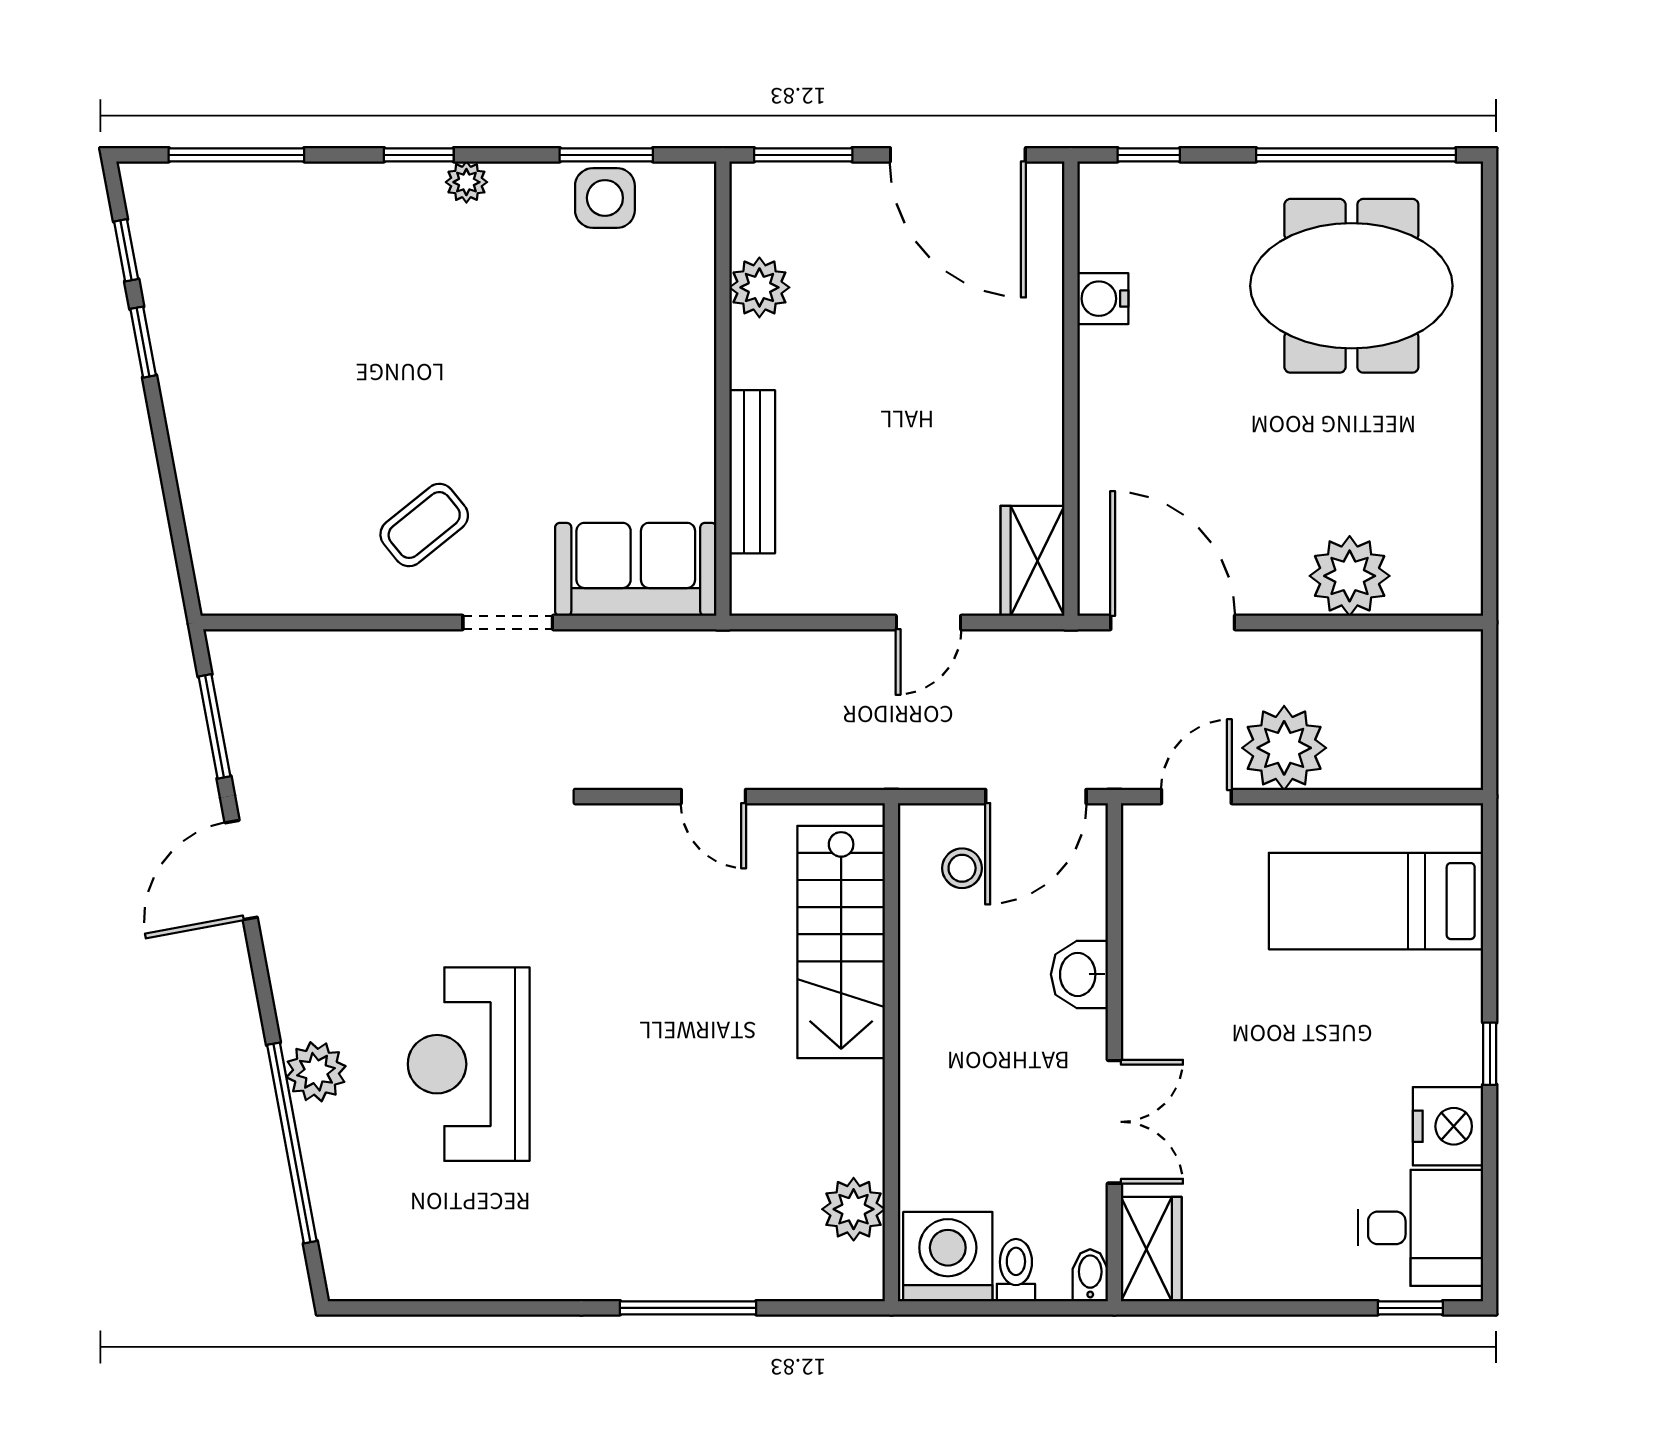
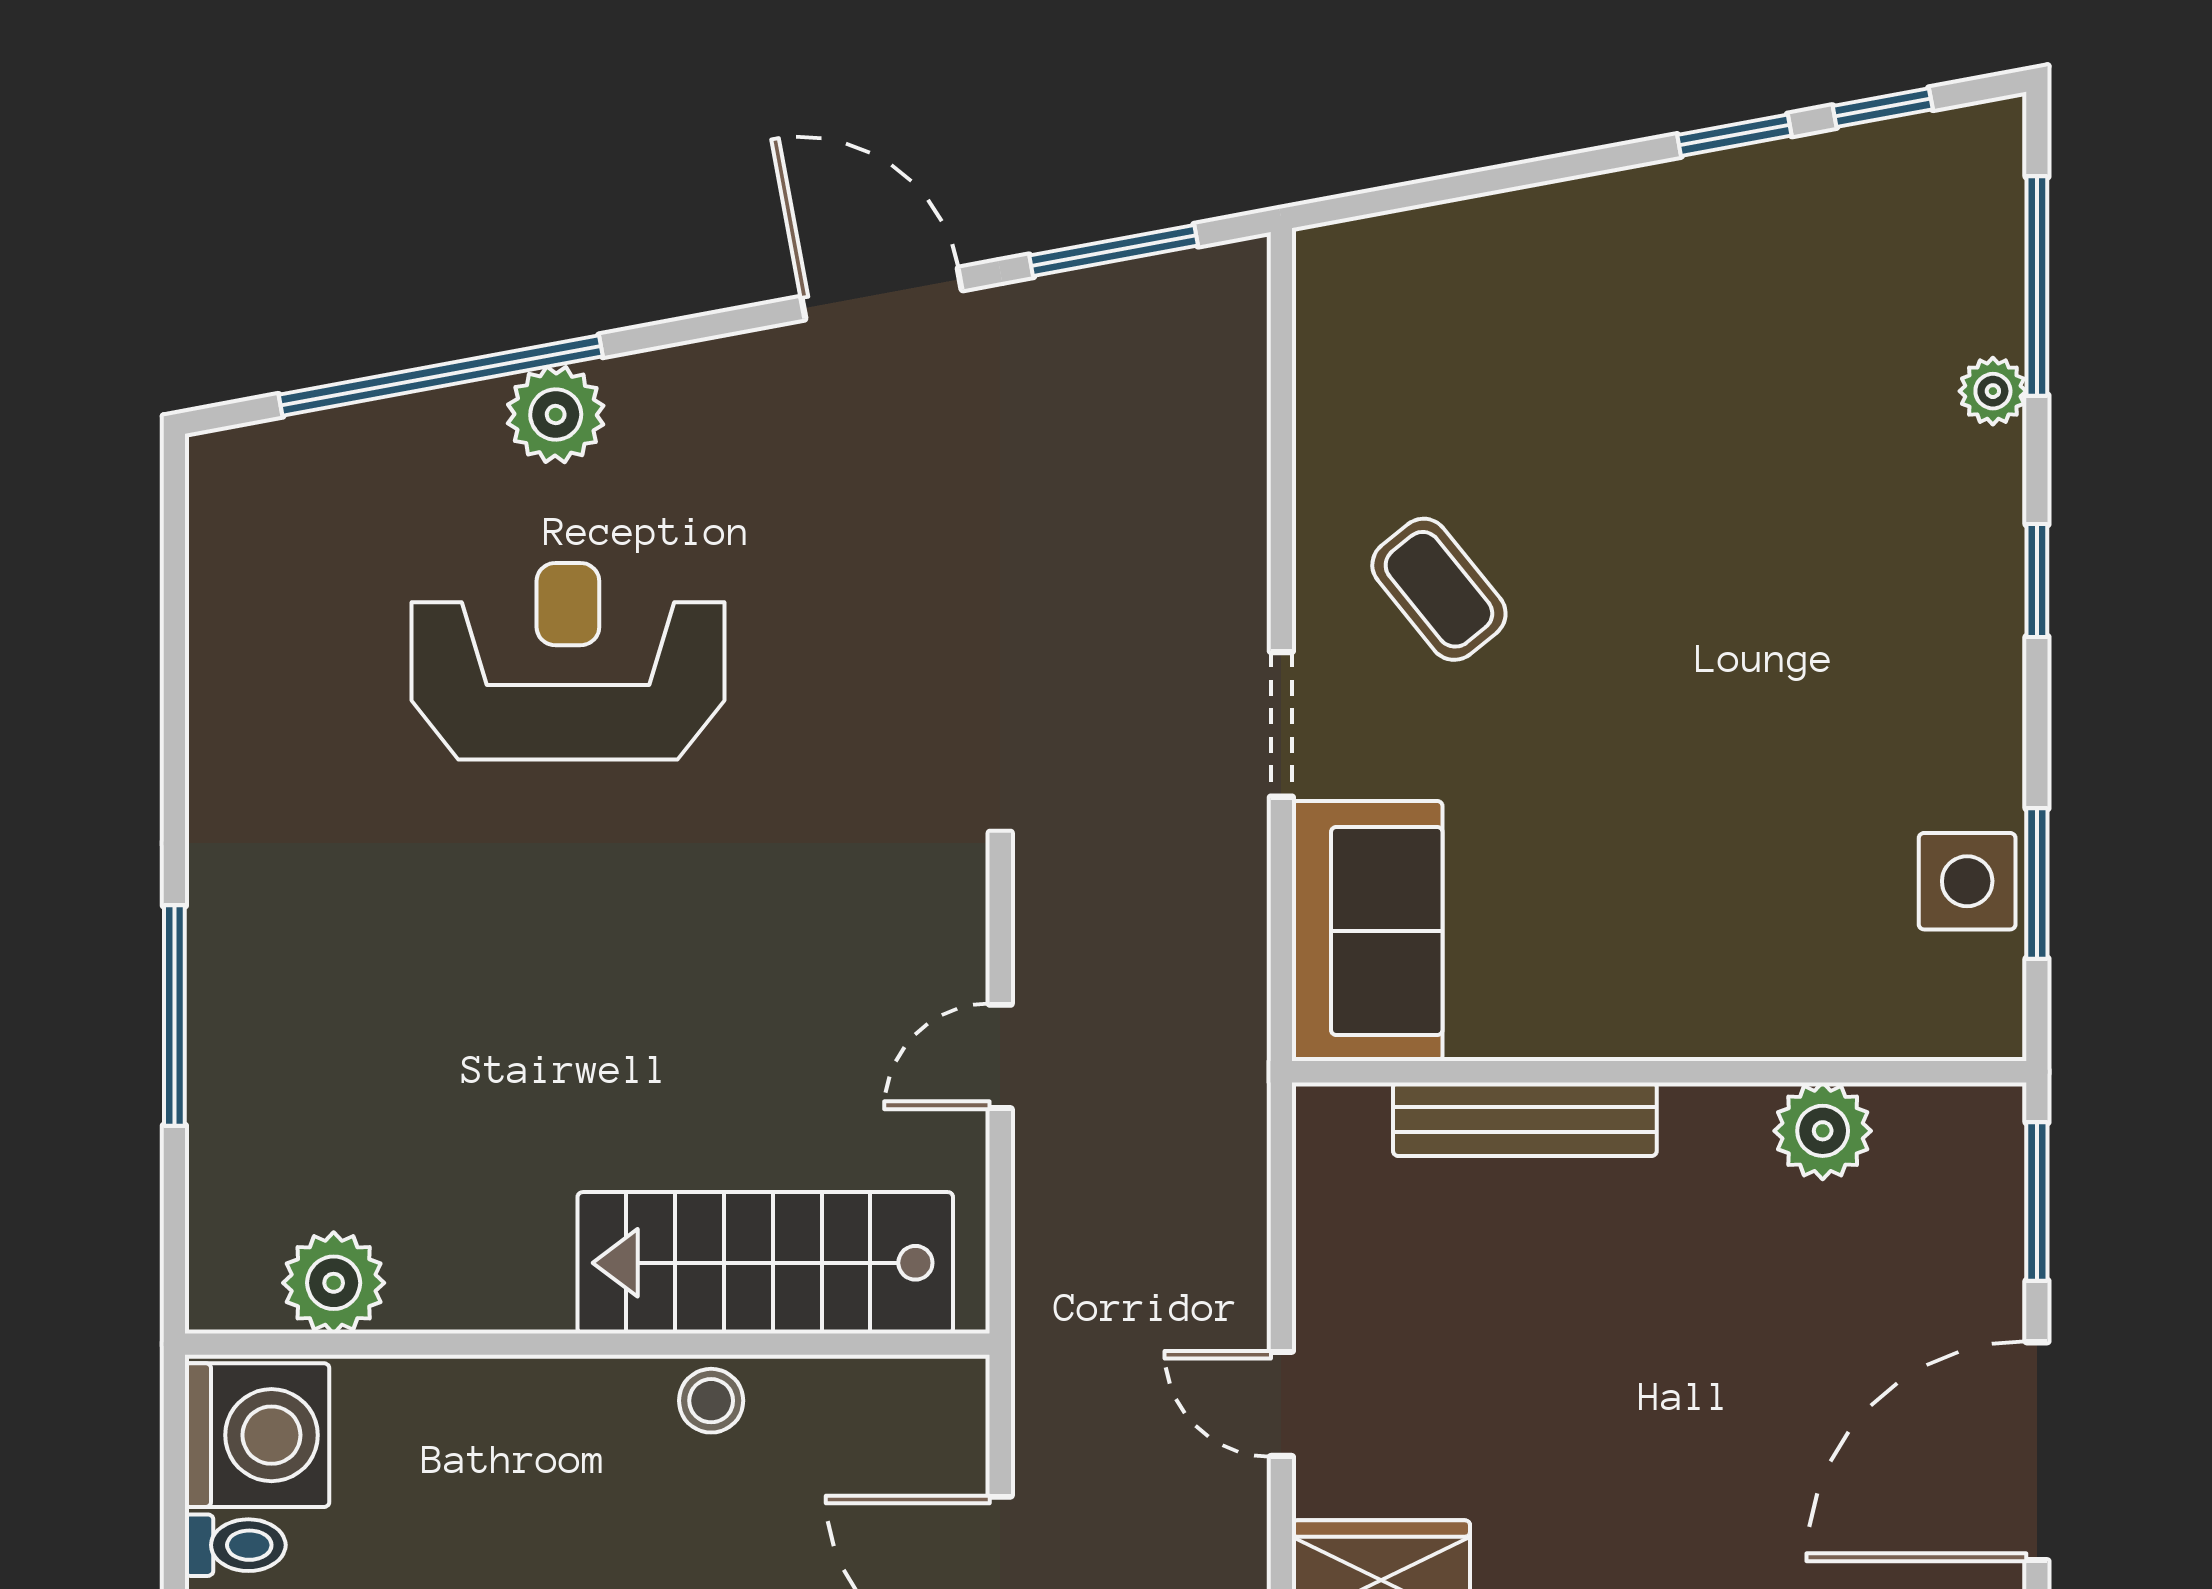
plant: (466, 182) -> (1993, 391), moved
stool: (962, 868) -> (711, 1401), moved

